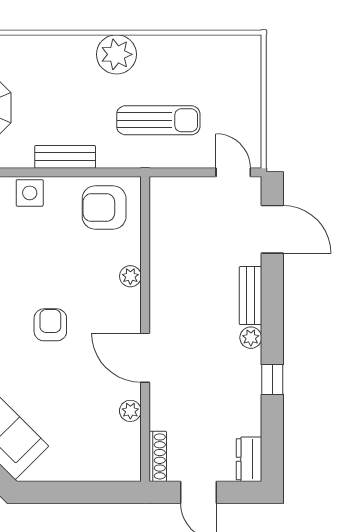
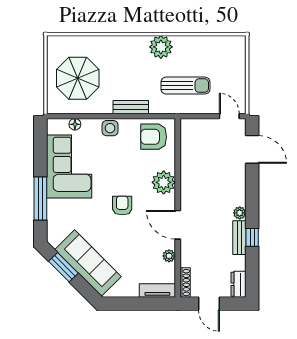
plant: (130, 276) -> (164, 182), width x1.88, depth x1.88
bench: (250, 296) -> (239, 238), moved
tv unit: (110, 470) -> (157, 291), added

